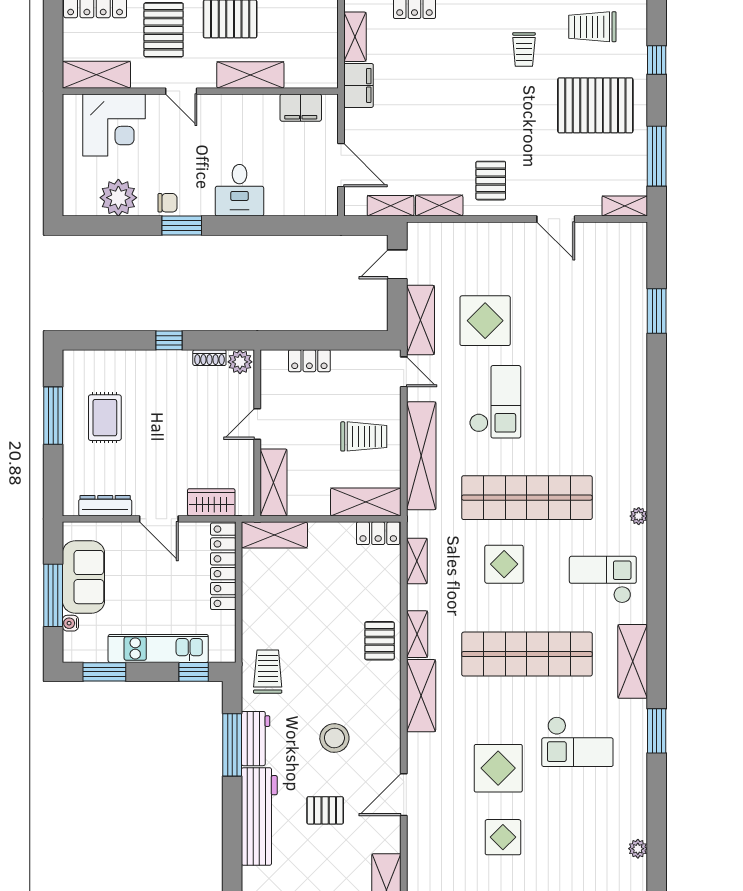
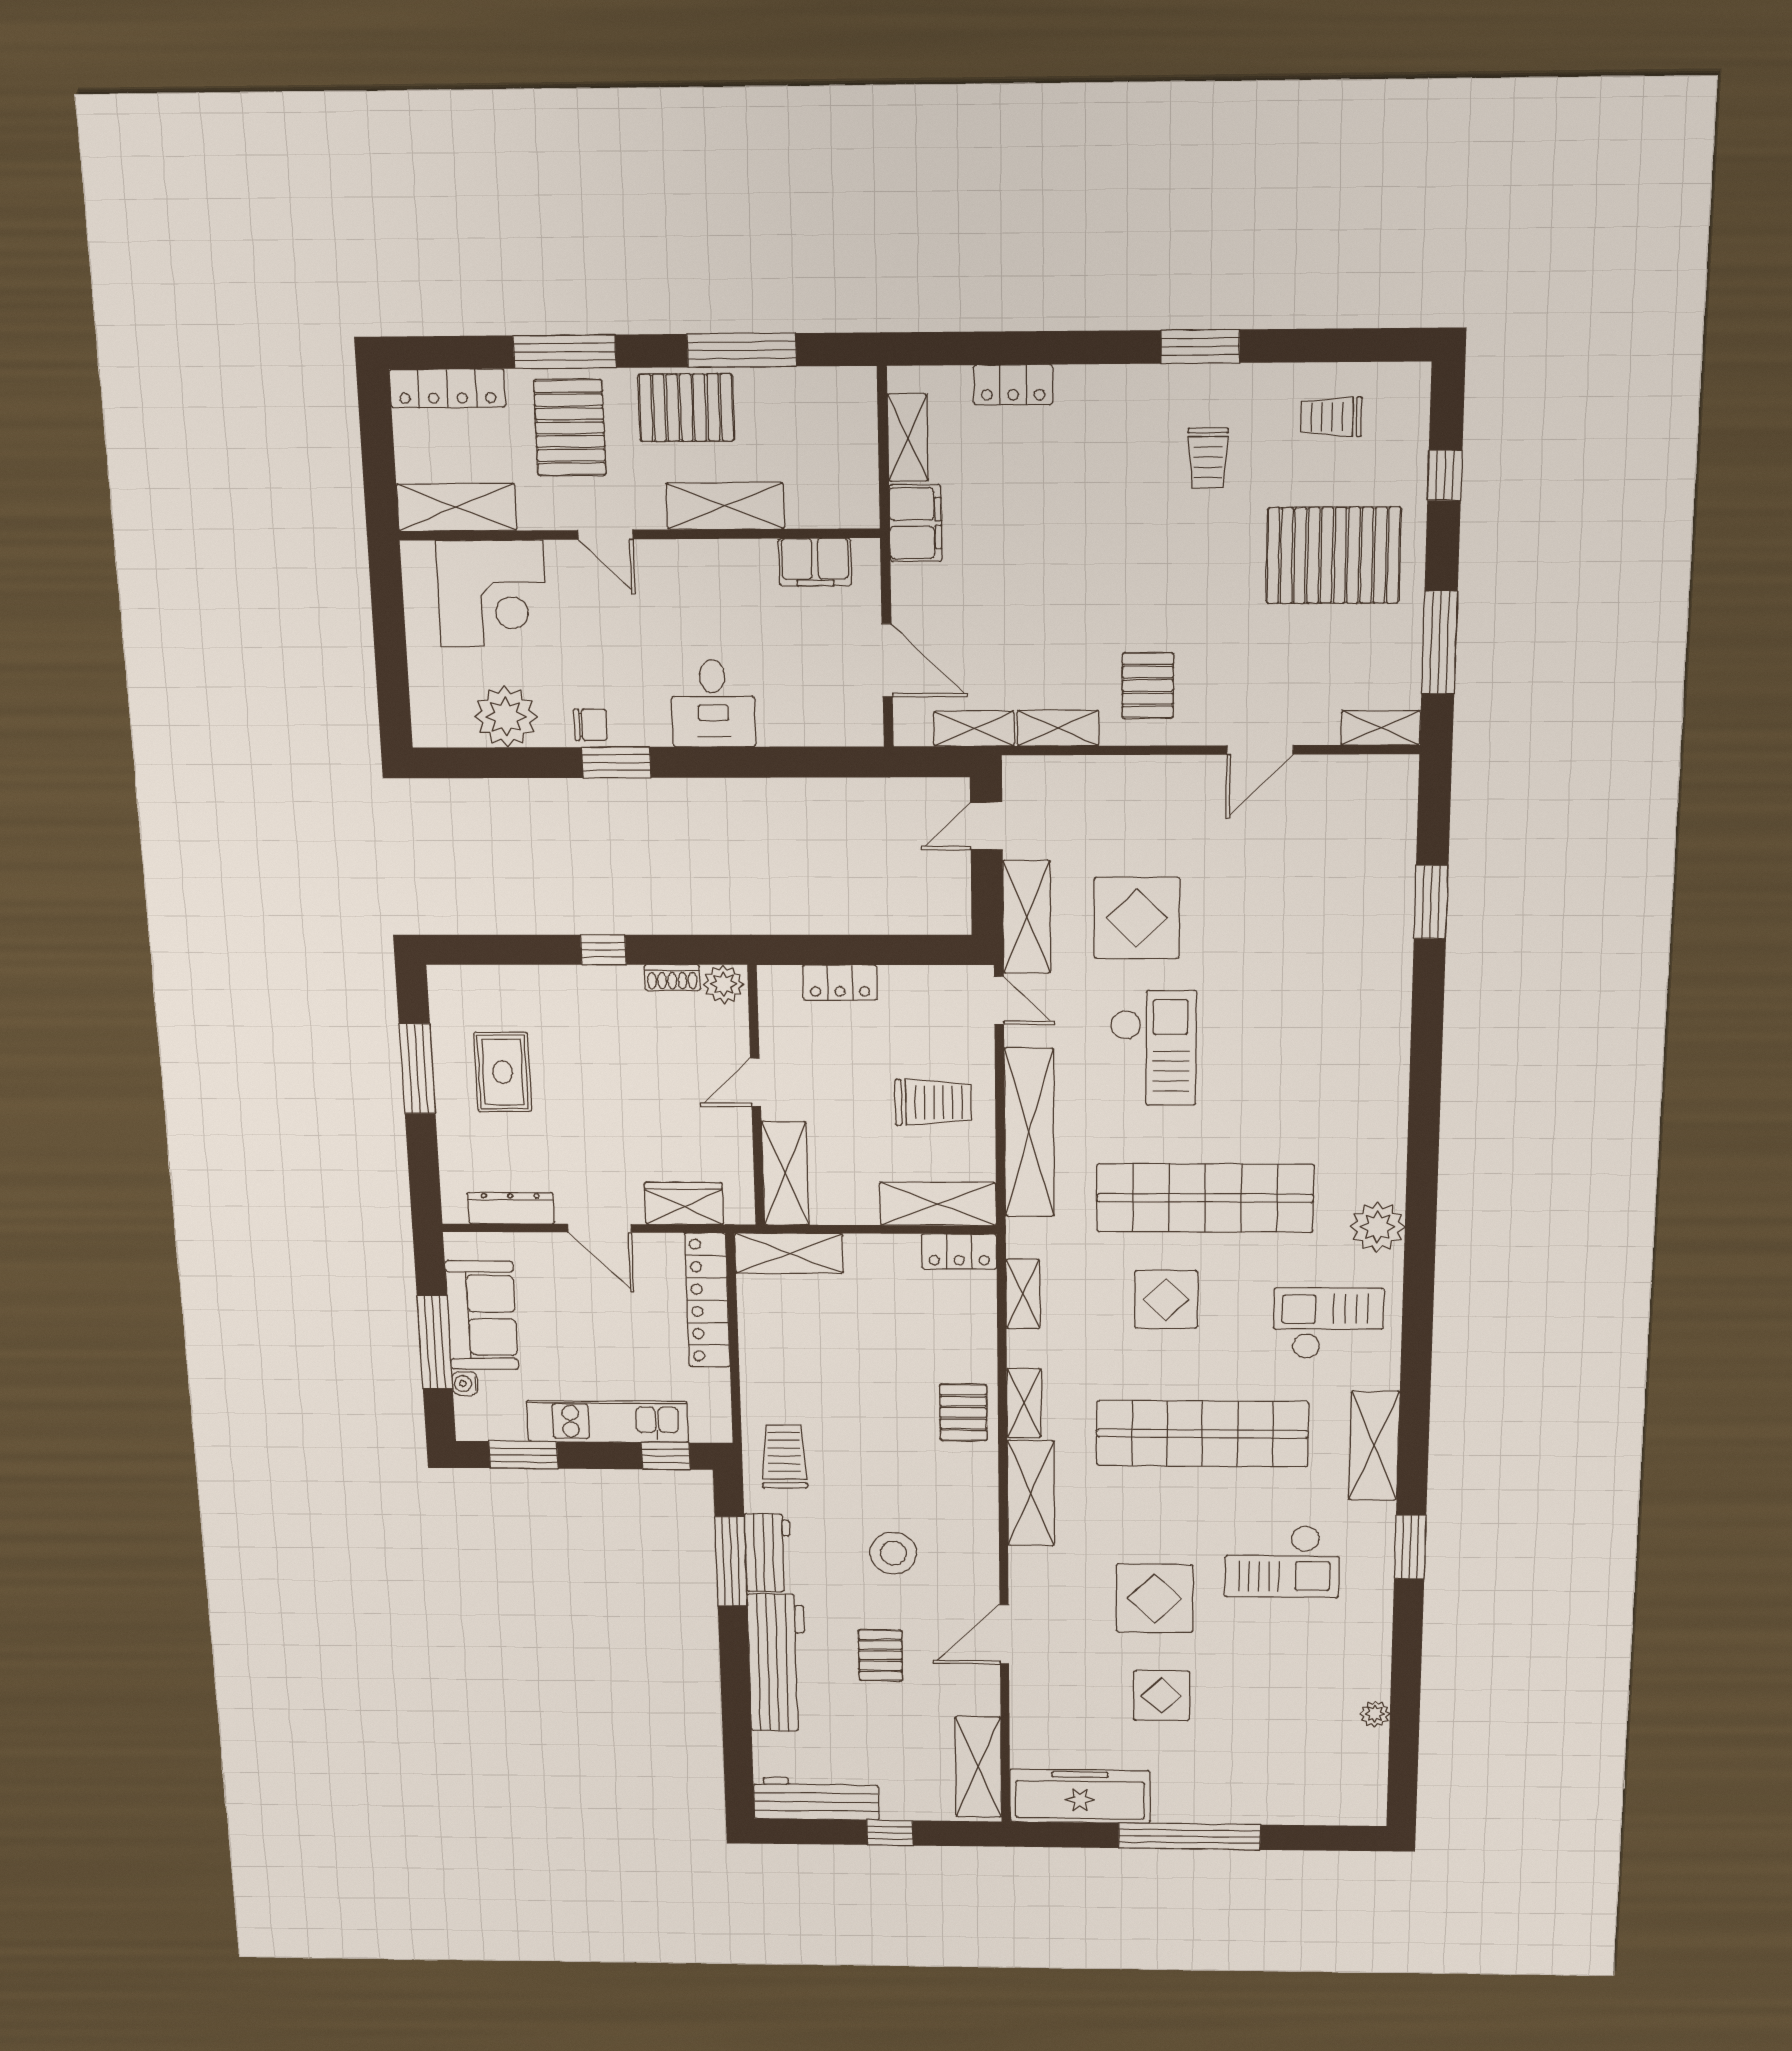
trolley: (592, 27) -> (1331, 417), width x0.73, depth x0.72
door: (556, 219) -> (1260, 750), hinge flipped
plant: (639, 516) -> (1378, 1227), width x1.88, depth x1.88
pallet: (325, 810) -> (880, 1655), turned 90

